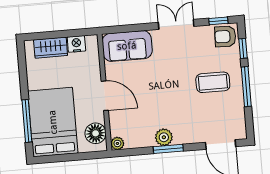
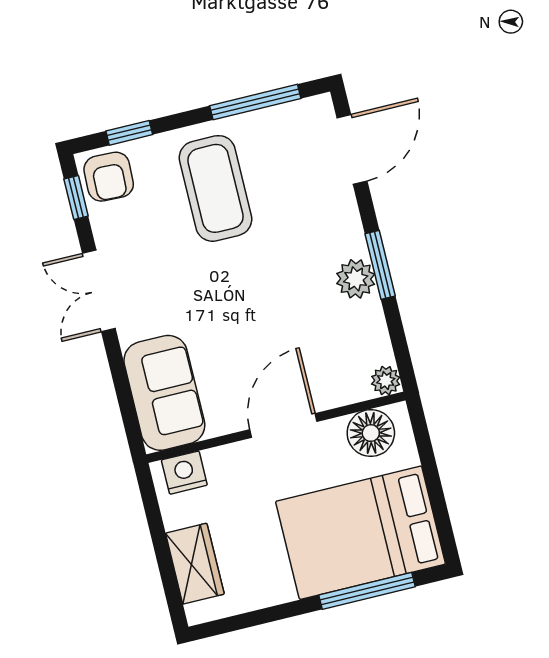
nightstand: (76, 44) -> (184, 473), moved, turned 90
coffee table: (213, 82) -> (215, 188), width x1.36, depth x1.32
window: (246, 87) -> (255, 102), moved

